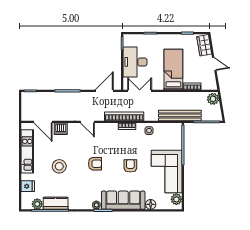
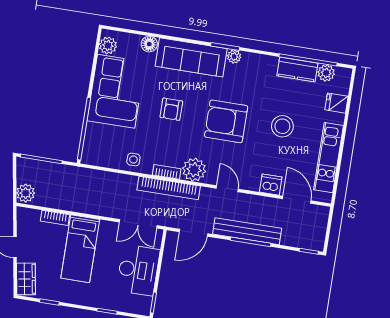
bench: (180, 115) -> (247, 231), moved
plant: (110, 130) -> (194, 170), added
armchair: (95, 164) -> (226, 121), width x1.88, depth x1.88

